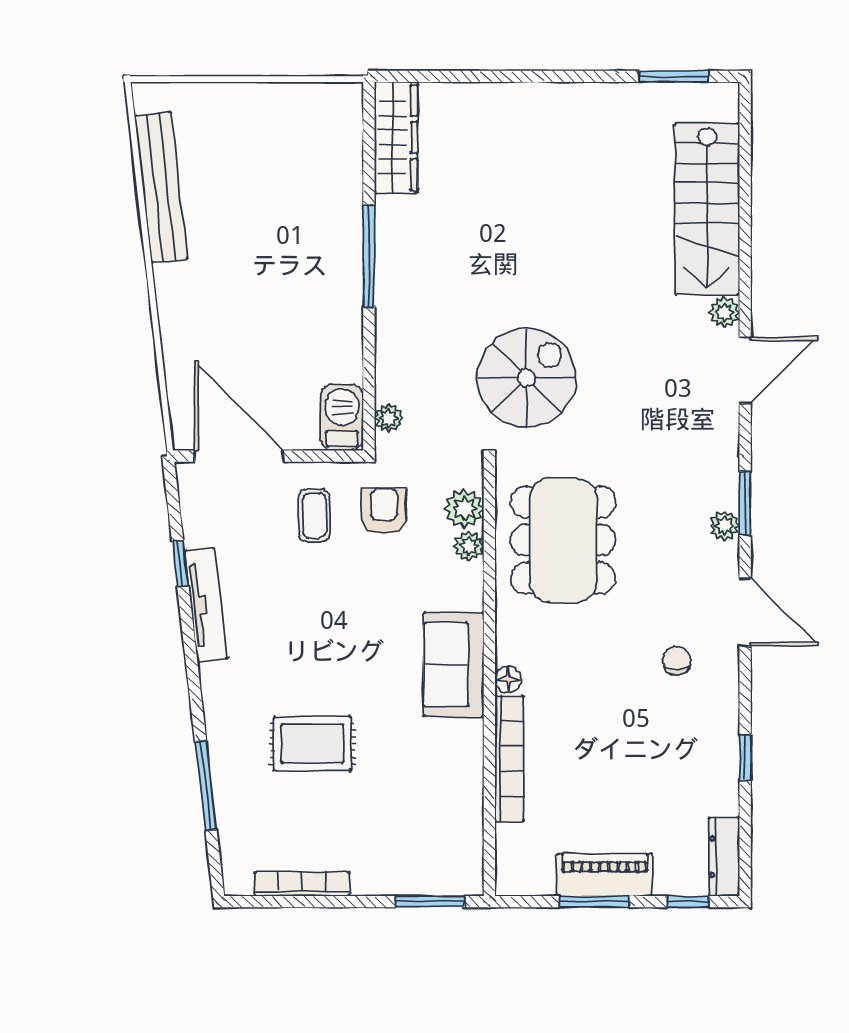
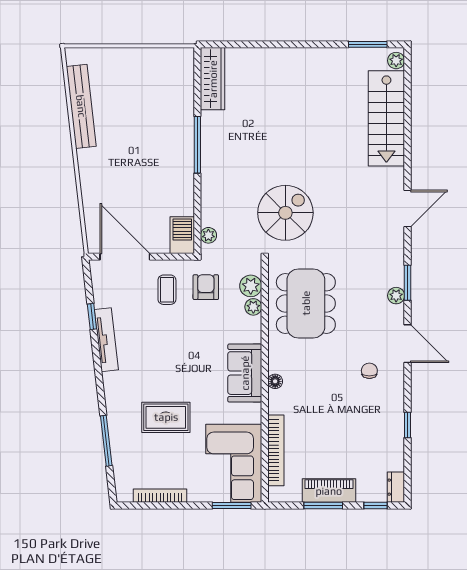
plant: (725, 312) -> (396, 61), moved
bookcase: (509, 759) -> (276, 450), moved
corner sofa: (434, 826) -> (234, 463), added
dresser: (724, 857) -> (396, 487), width x0.70

